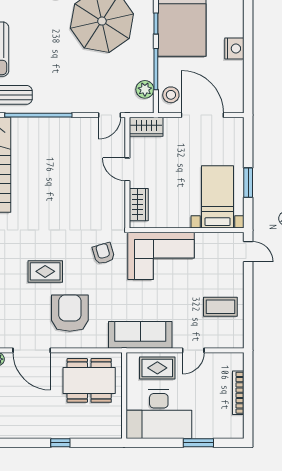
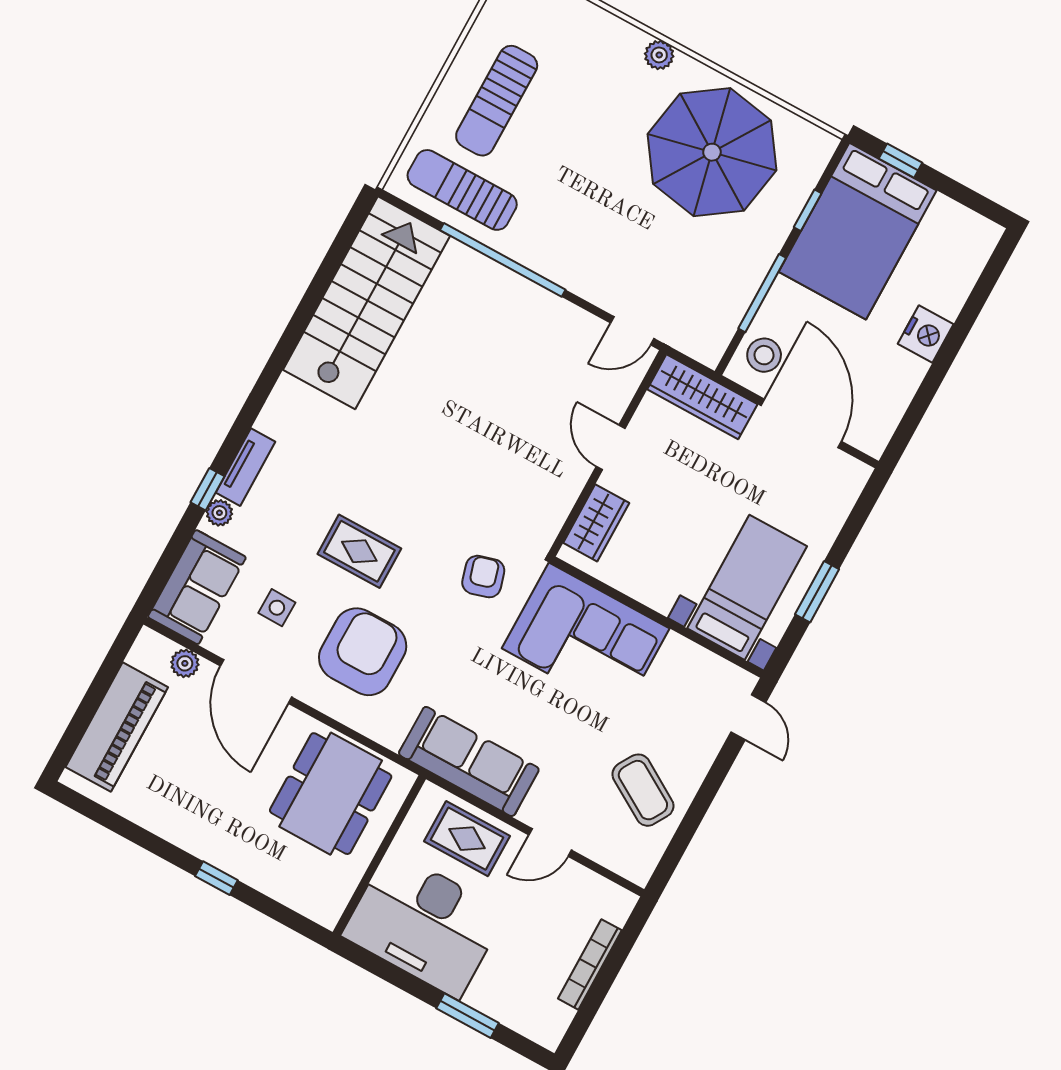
plant: (145, 89) -> (722, 319), removed
wardrobe: (146, 127) -> (702, 397), width x1.50
coffee table: (220, 307) -> (643, 790), turned 31
side table: (23, 314) -> (277, 608), added
dining table: (89, 380) -> (331, 794), turned 90

